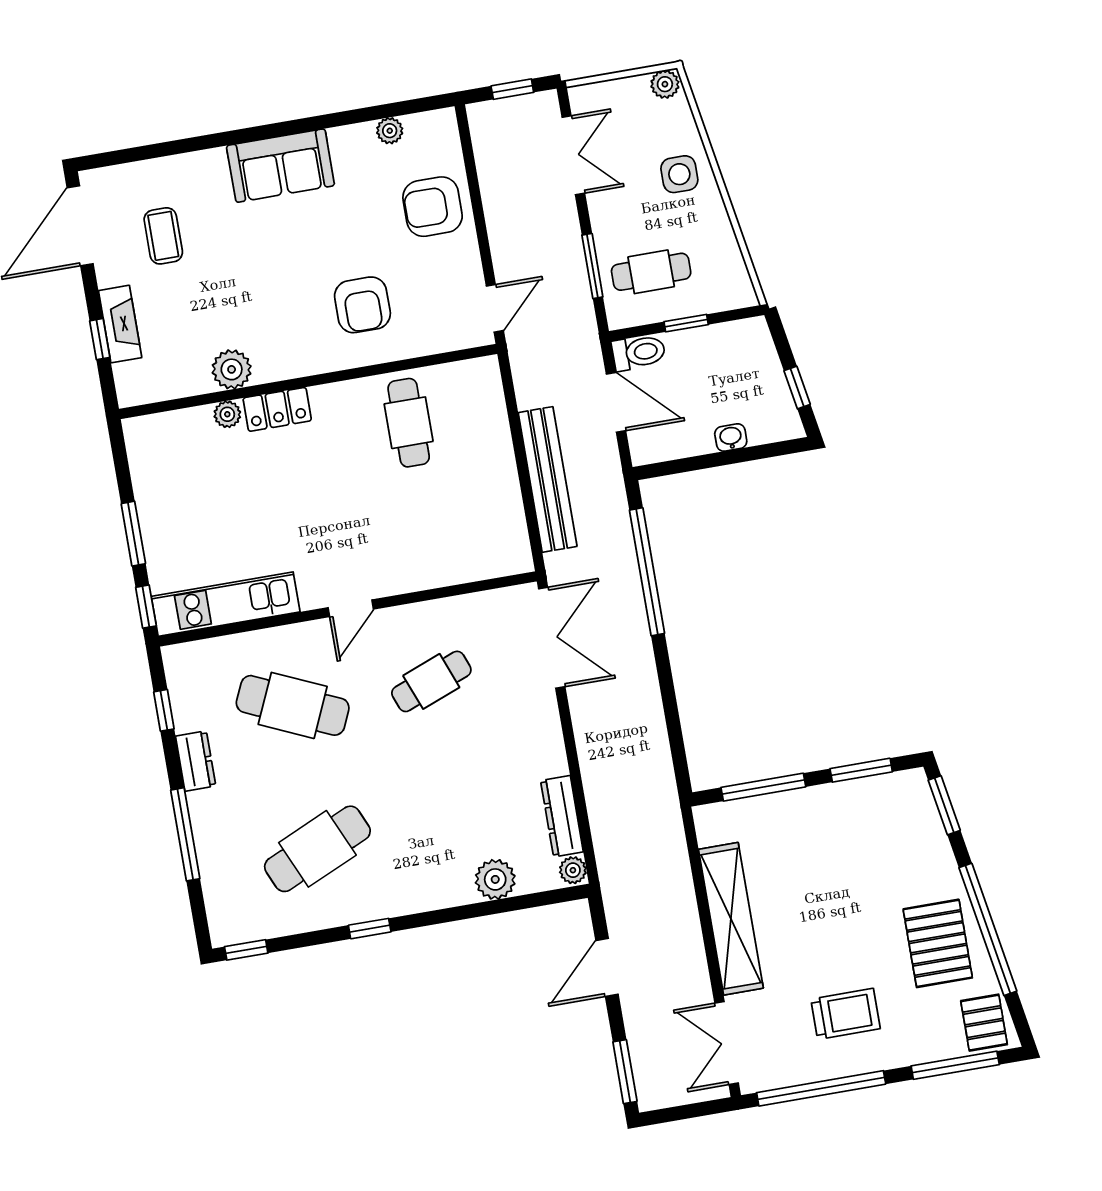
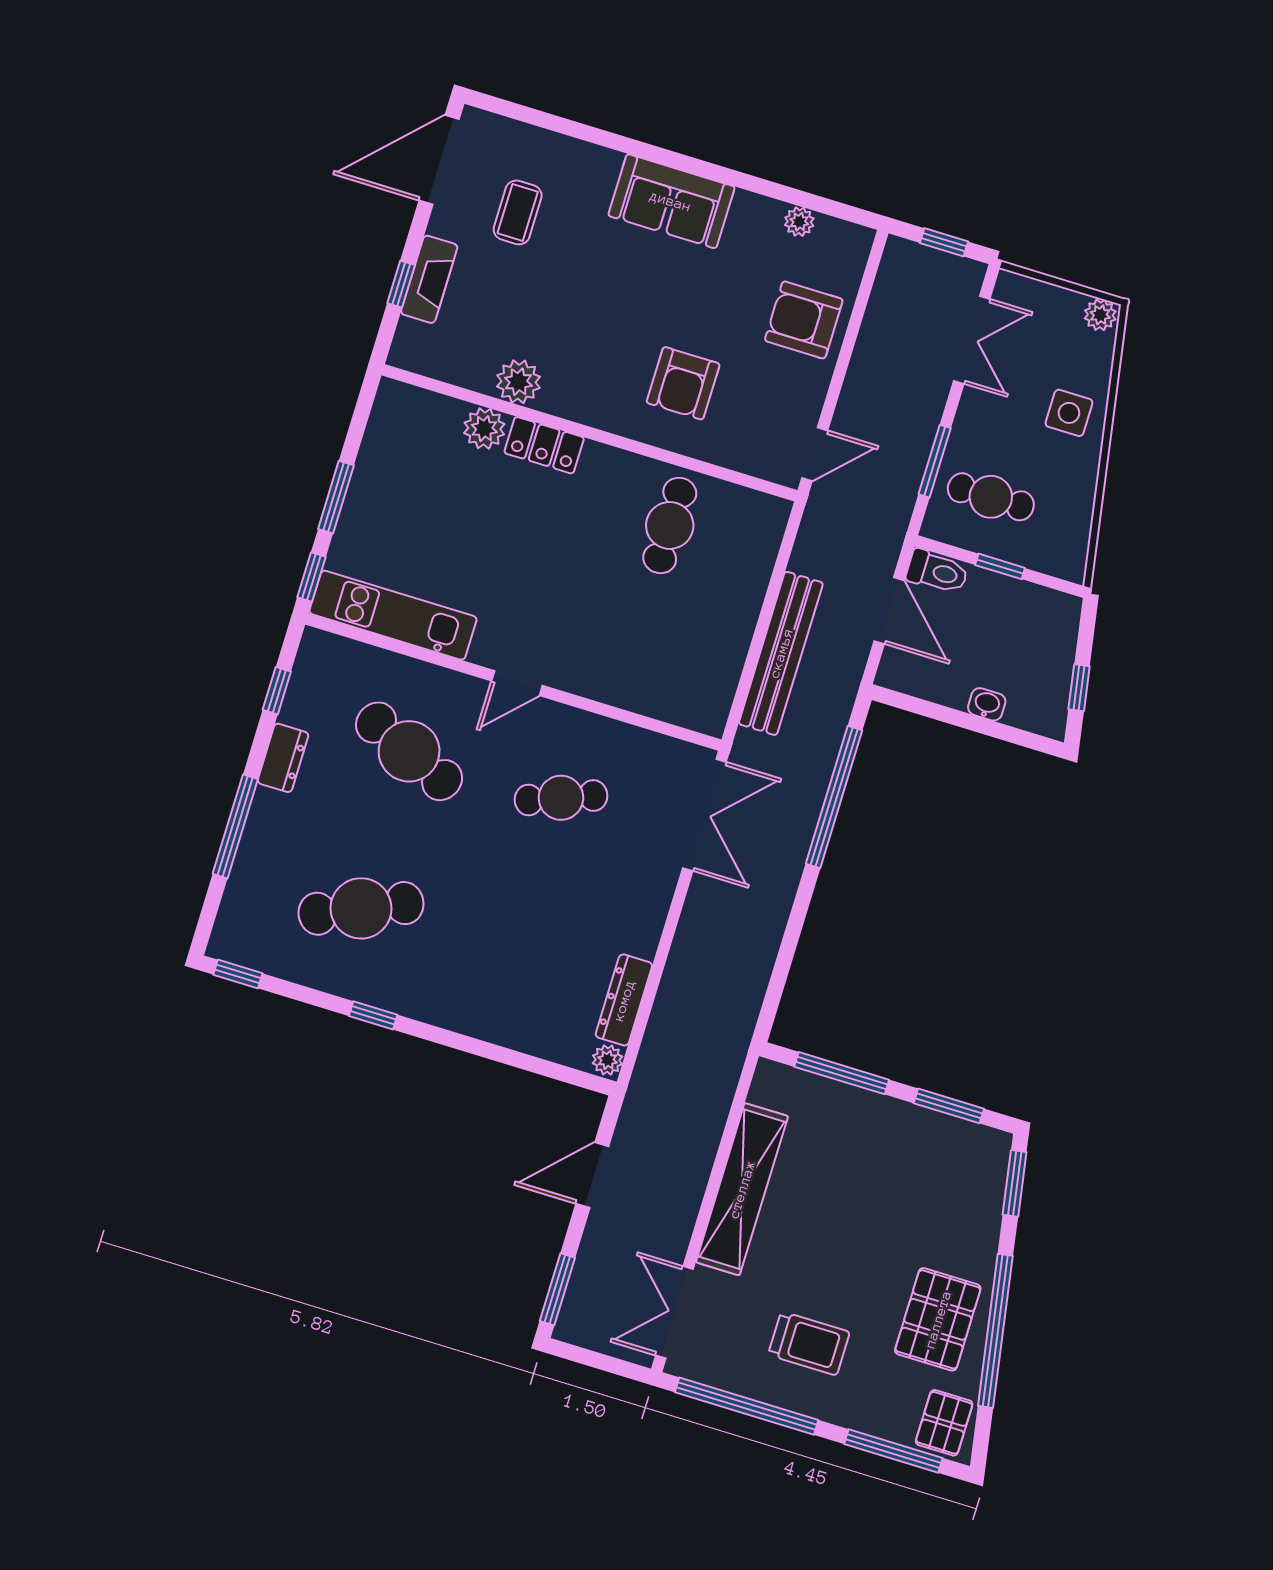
plant: (227, 414) -> (484, 429), width x1.38, depth x1.38
plant: (495, 879) -> (525, 1030), removed

